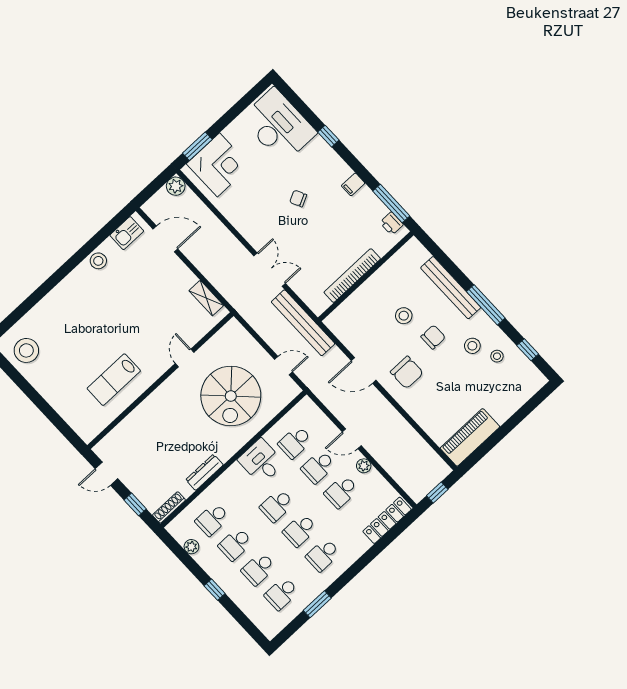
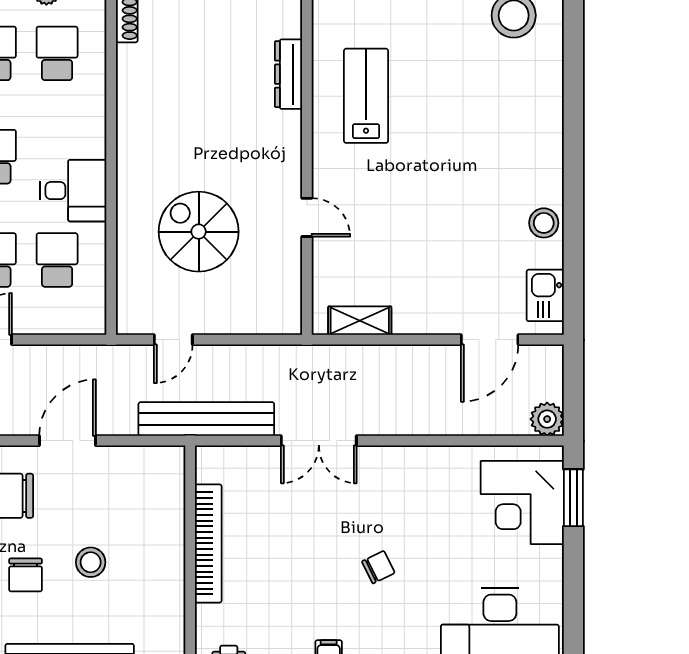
spiral stairs: (231, 396) -> (199, 232), width x0.73, depth x0.73
dresser: (204, 472) -> (288, 74), moved, turned 180

